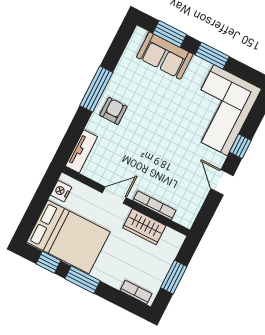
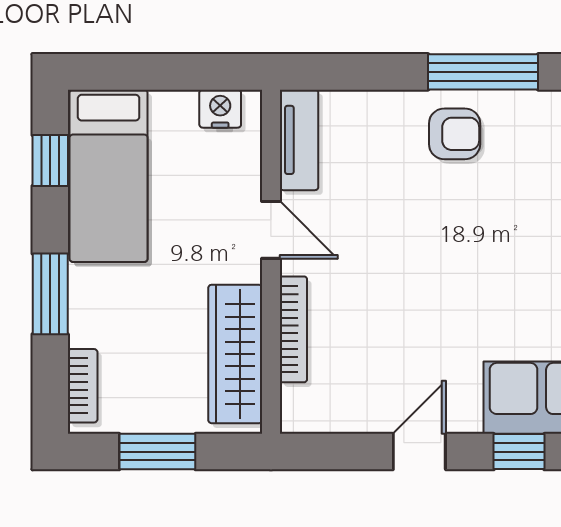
tv unit: (81, 151) -> (299, 140), moved, turned -90
wardrobe: (144, 227) -> (235, 354), width x1.50
bed: (68, 237) -> (109, 176), width x0.67
window: (83, 280) -> (50, 294), moved

